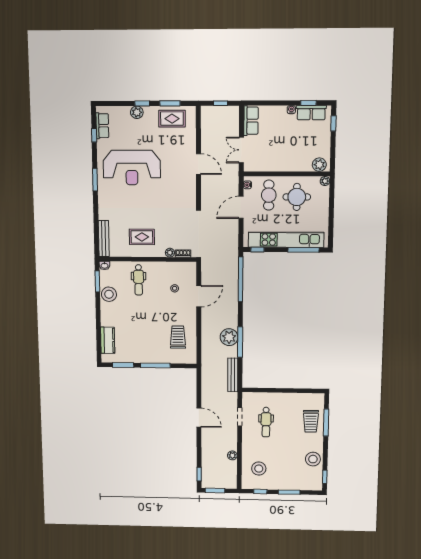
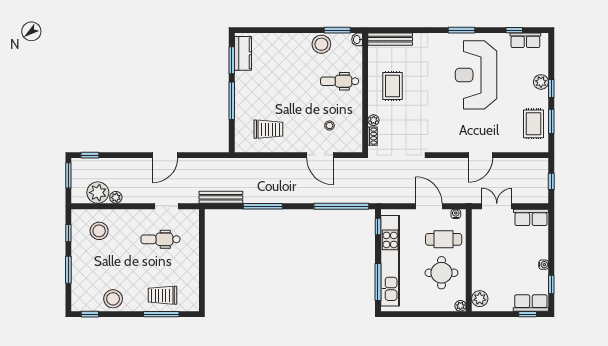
row of seats: (311, 113) -> (531, 303), moved, turned 90
plant: (229, 337) -> (98, 193), moved
kitchen counter: (108, 340) -> (243, 53), moved, turned -90

